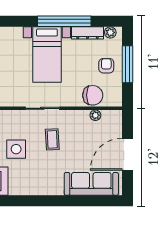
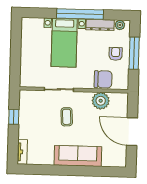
plant: (95, 115) -> (101, 101), width x1.88, depth x1.88
side table: (16, 149) -> (35, 124), removed
door: (127, 154) -> (132, 132), hinge flipped
sofa: (91, 184) -> (78, 156), moved

